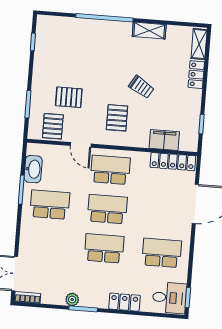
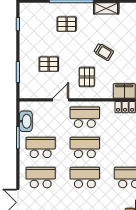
pallet: (53, 126) -> (67, 24), moved, turned 90
door: (81, 145) -> (61, 100), swing flipped
school desk: (47, 244) -> (41, 178), added

